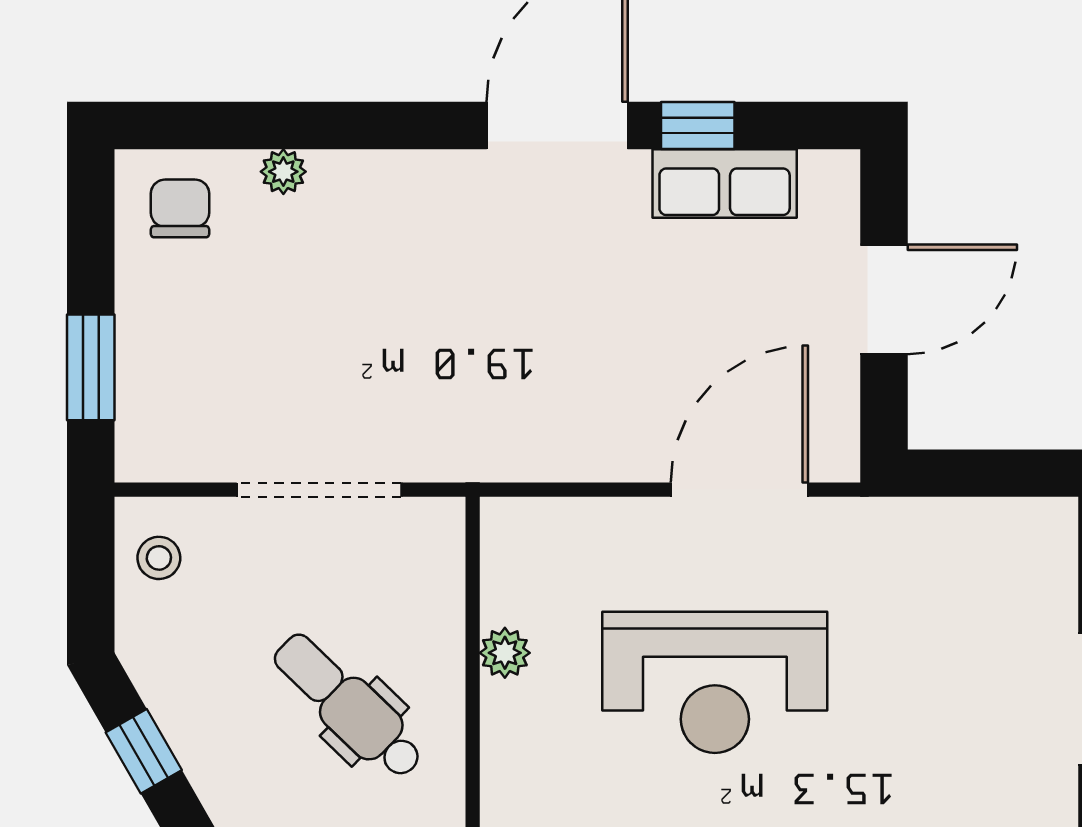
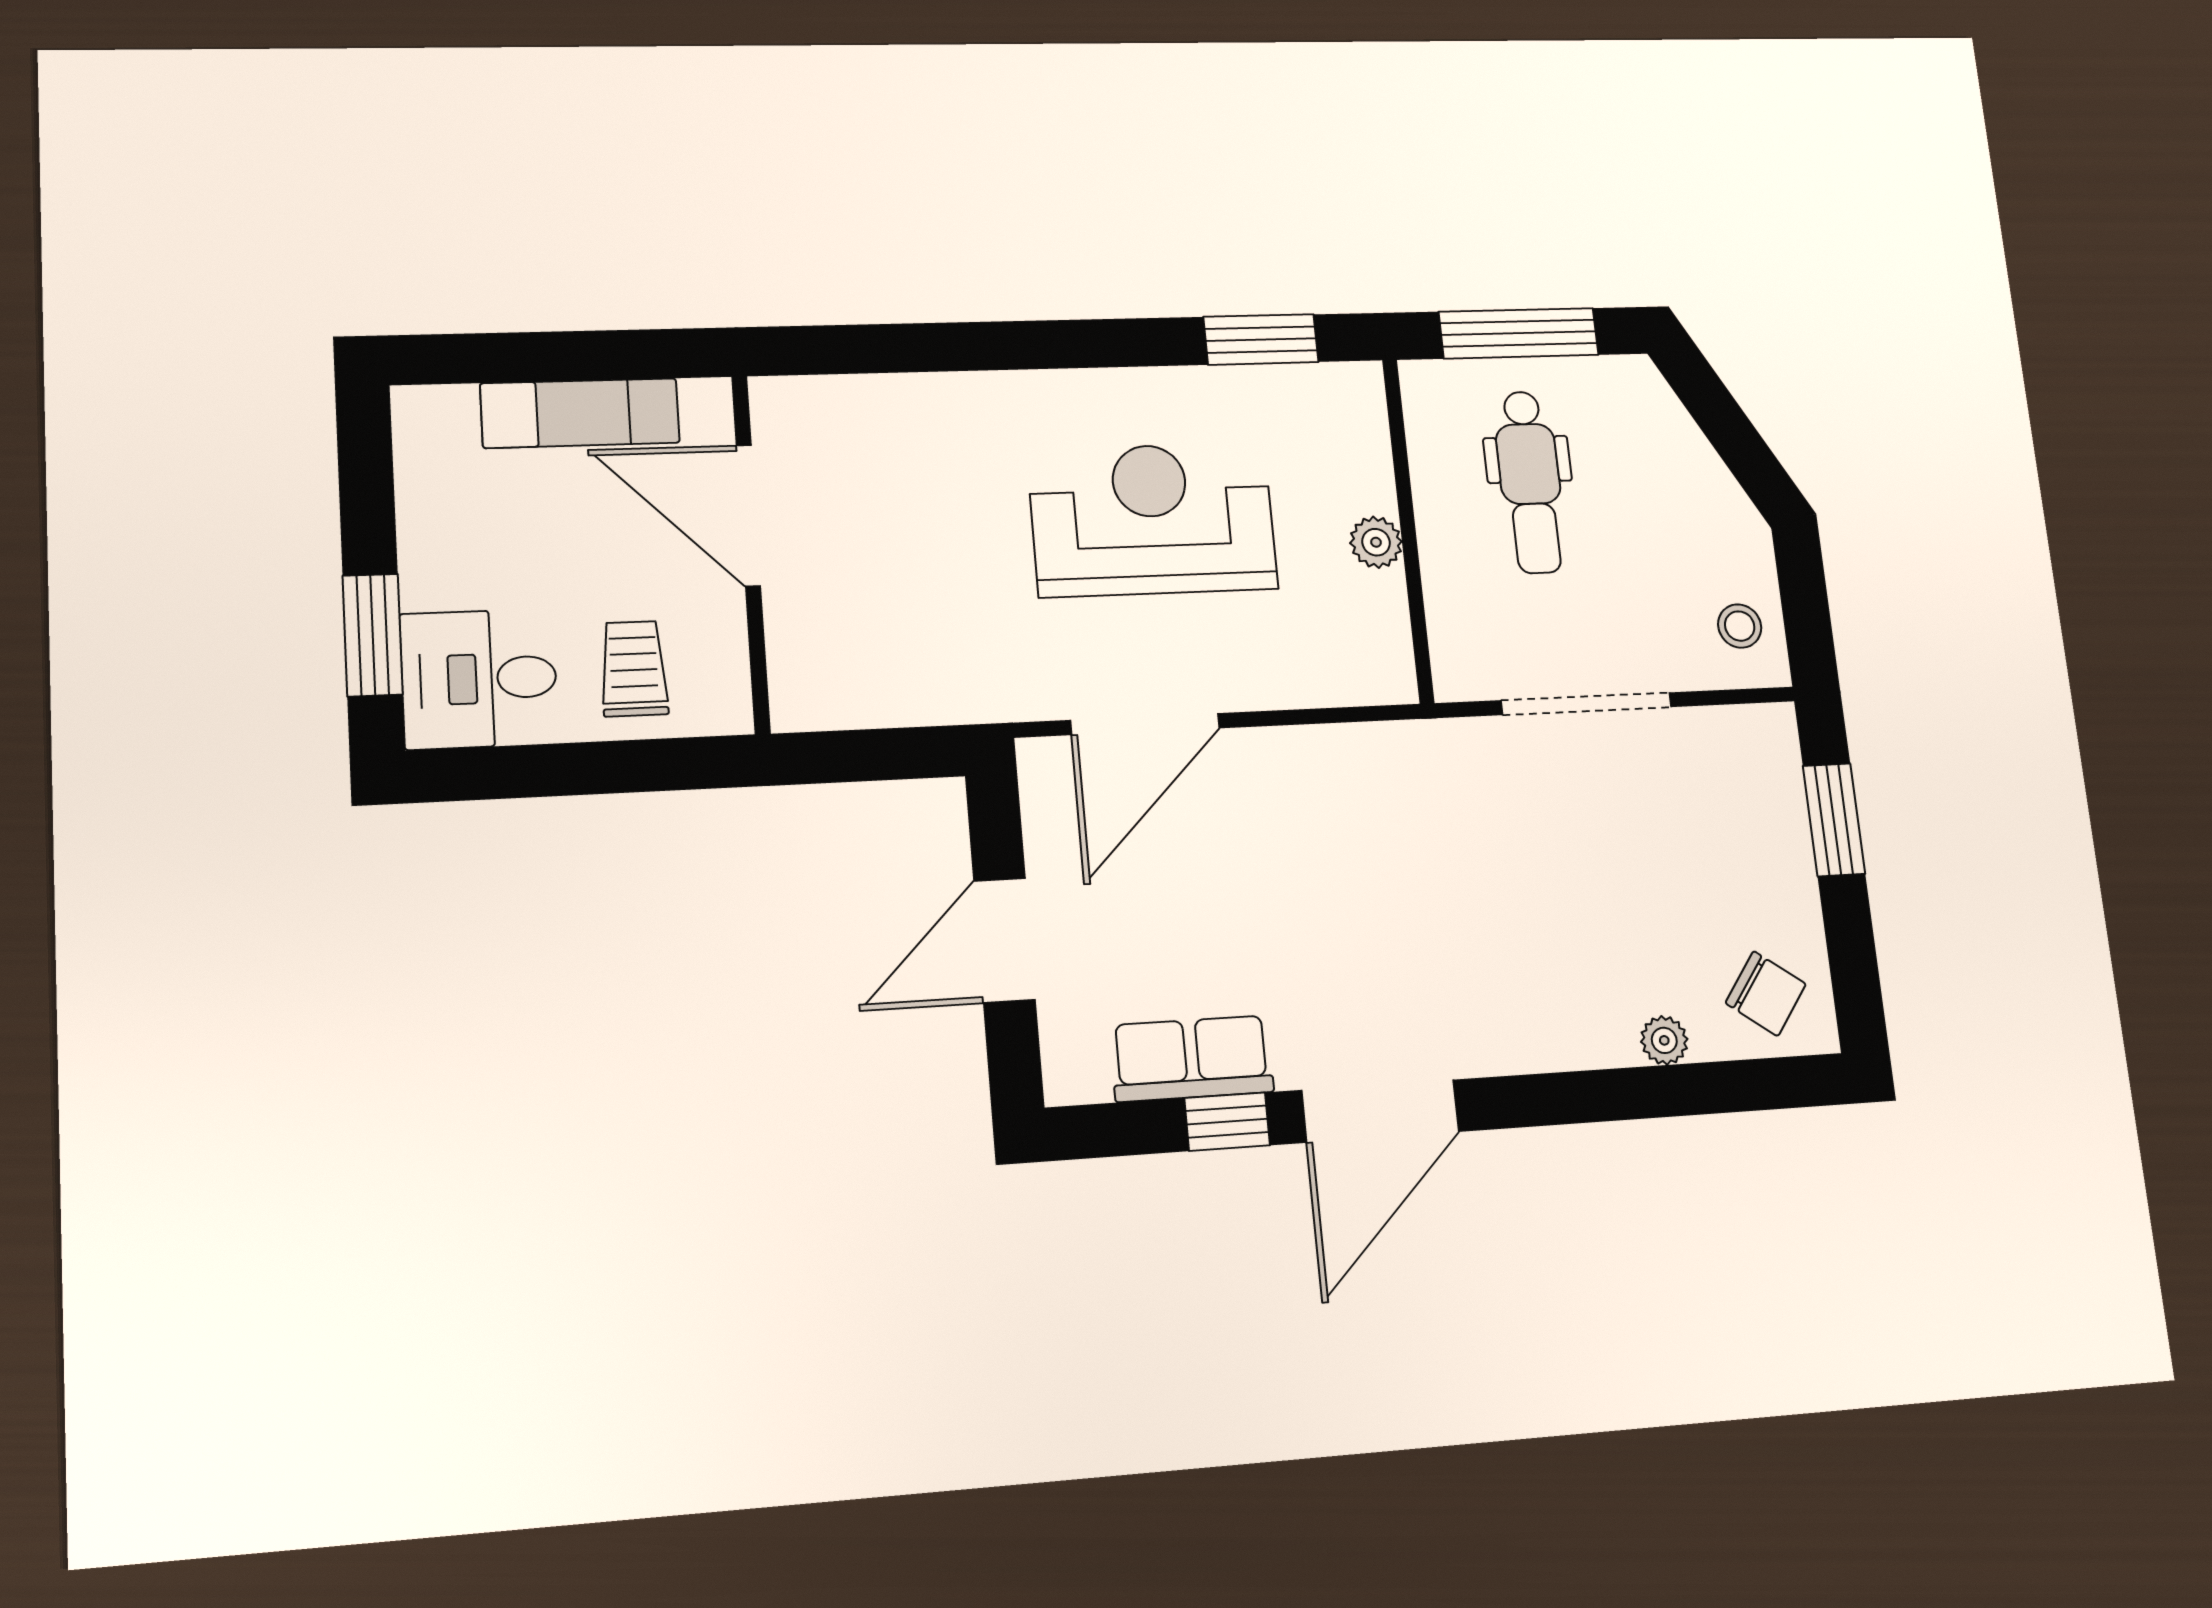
chair: (180, 208) -> (1766, 994), turned -54
dental chair: (348, 706) -> (1530, 482), turned 46
window: (144, 751) -> (1729, 430), removed

